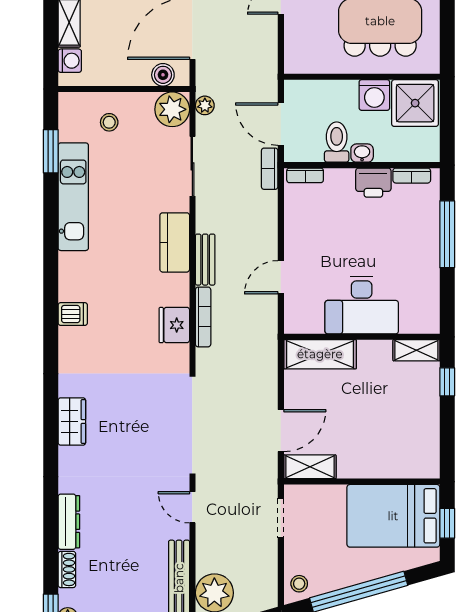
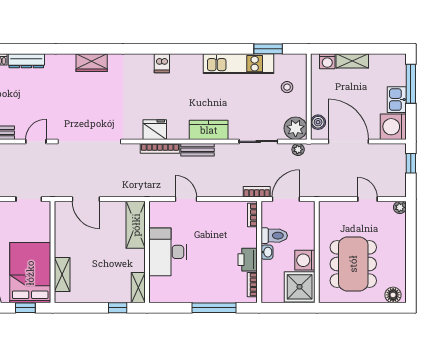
shelving: (310, 467) -> (62, 274), moved

